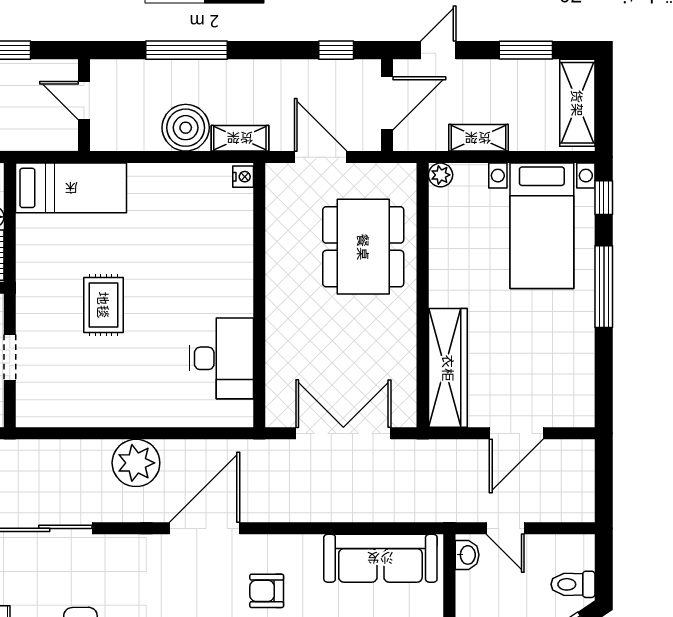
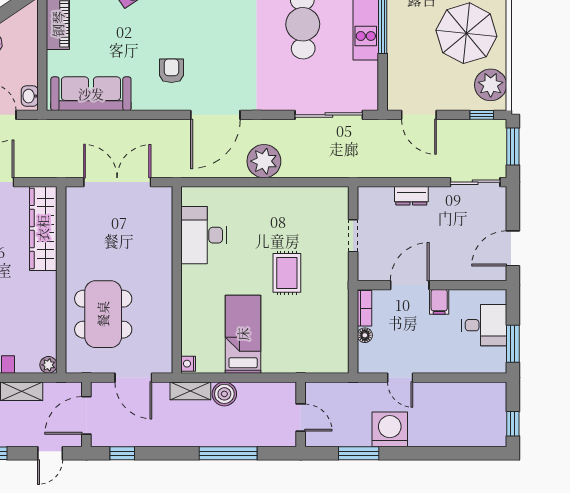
boiler: (186, 128) -> (224, 394), width x0.73, depth x0.73
bed: (71, 188) -> (243, 334), moved, turned 90
double door: (343, 433) -> (117, 182), swing flipped
armchair: (267, 591) -> (171, 71), turned -90

